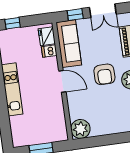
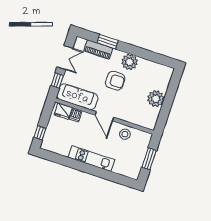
door: (62, 81) -> (104, 116), swing flipped
stool: (54, 112) -> (125, 134), added
plant: (80, 129) -> (156, 99), moved

